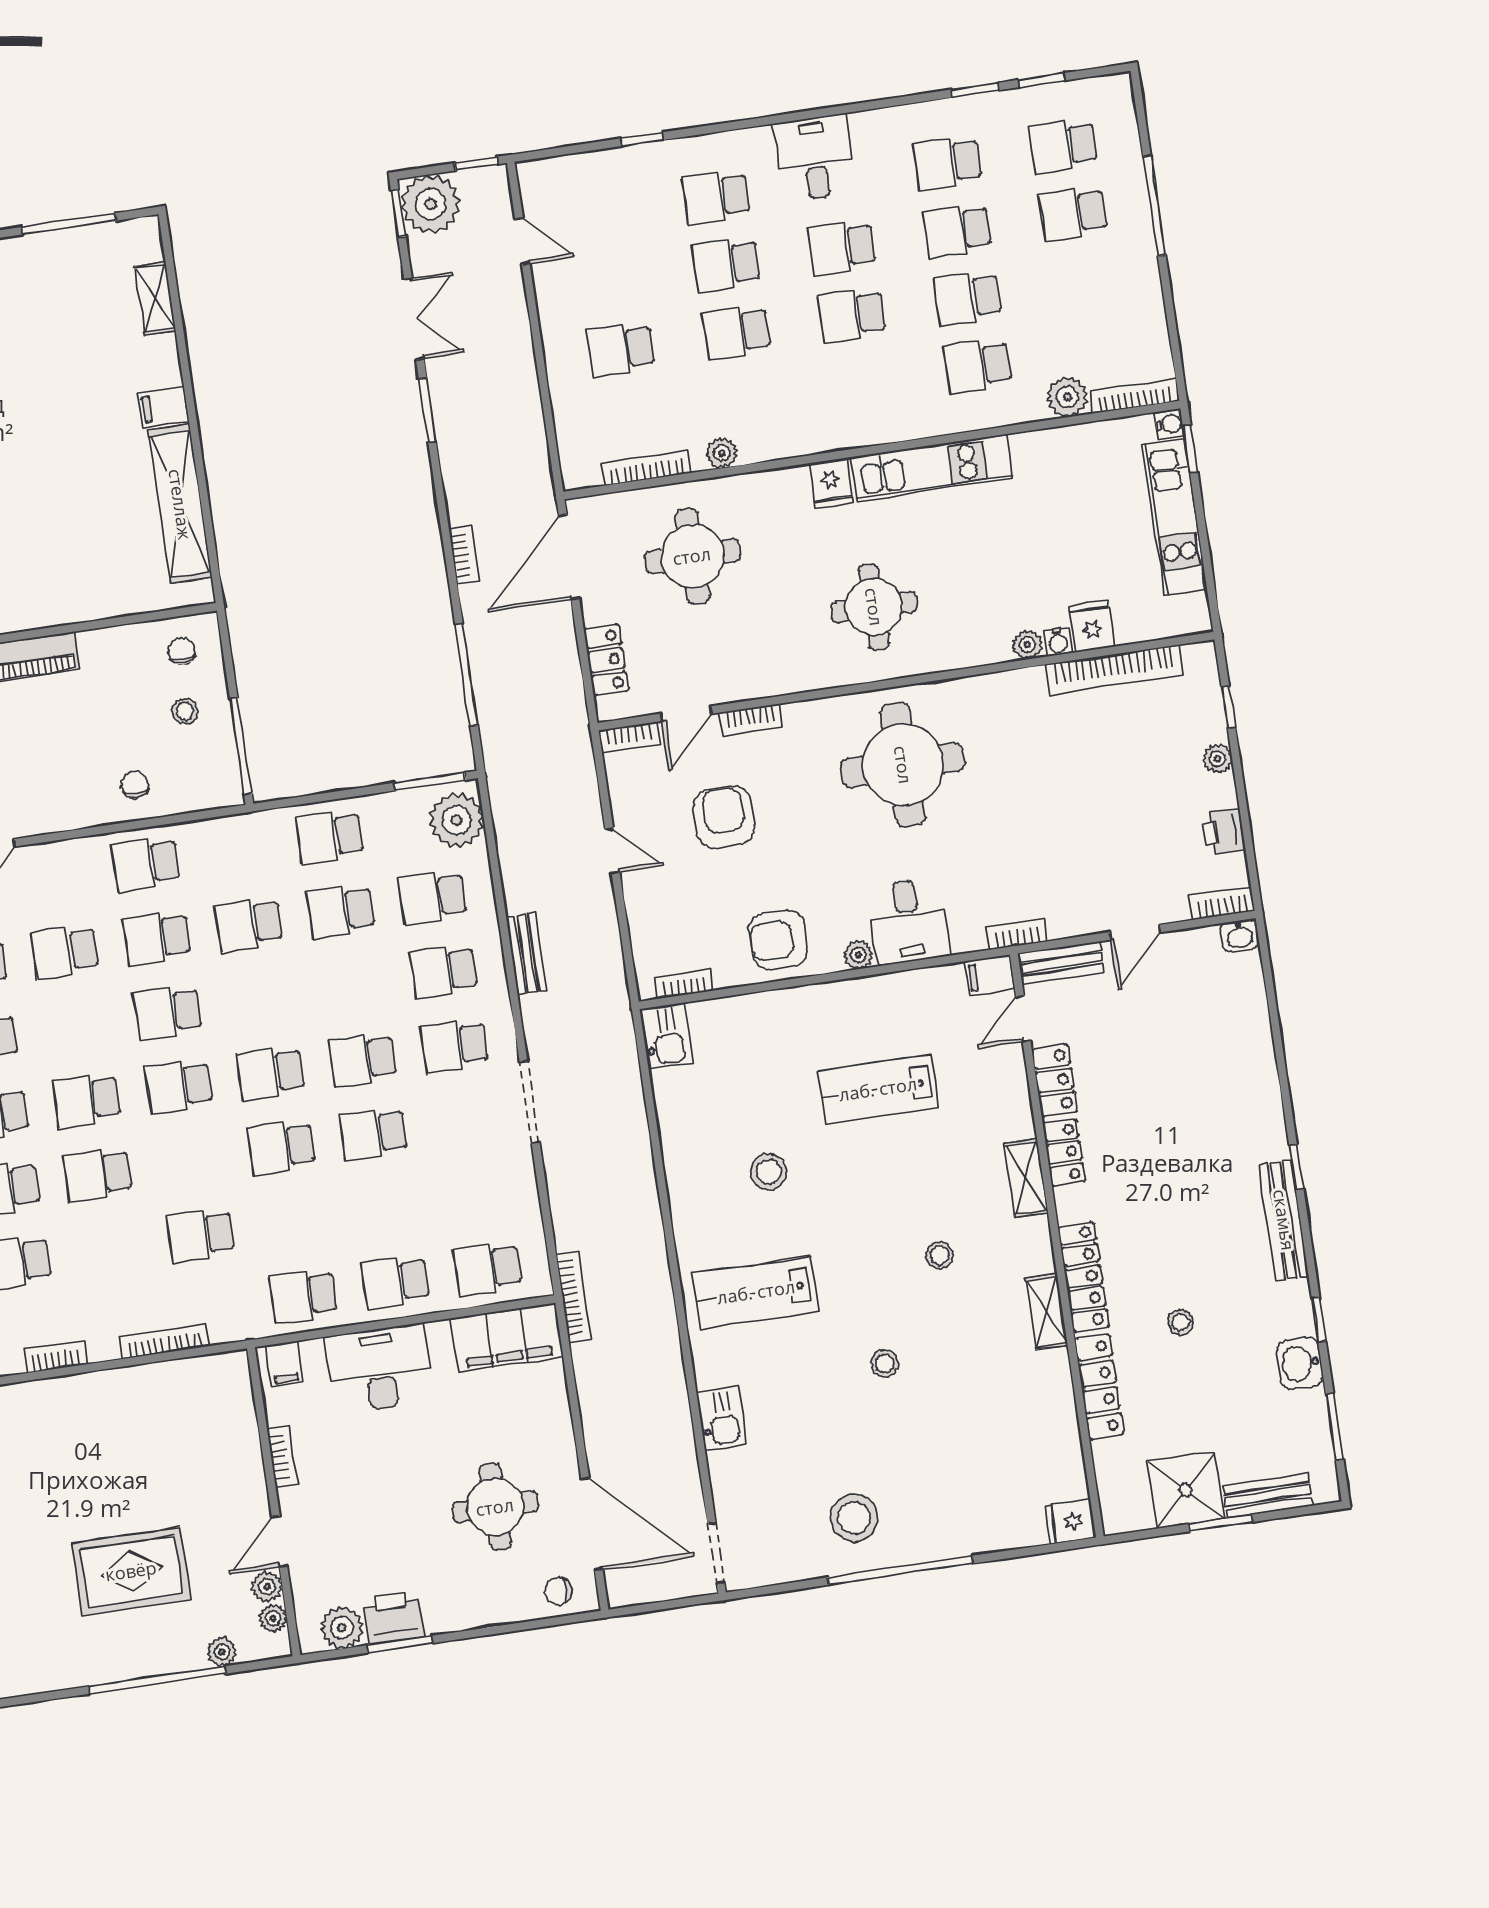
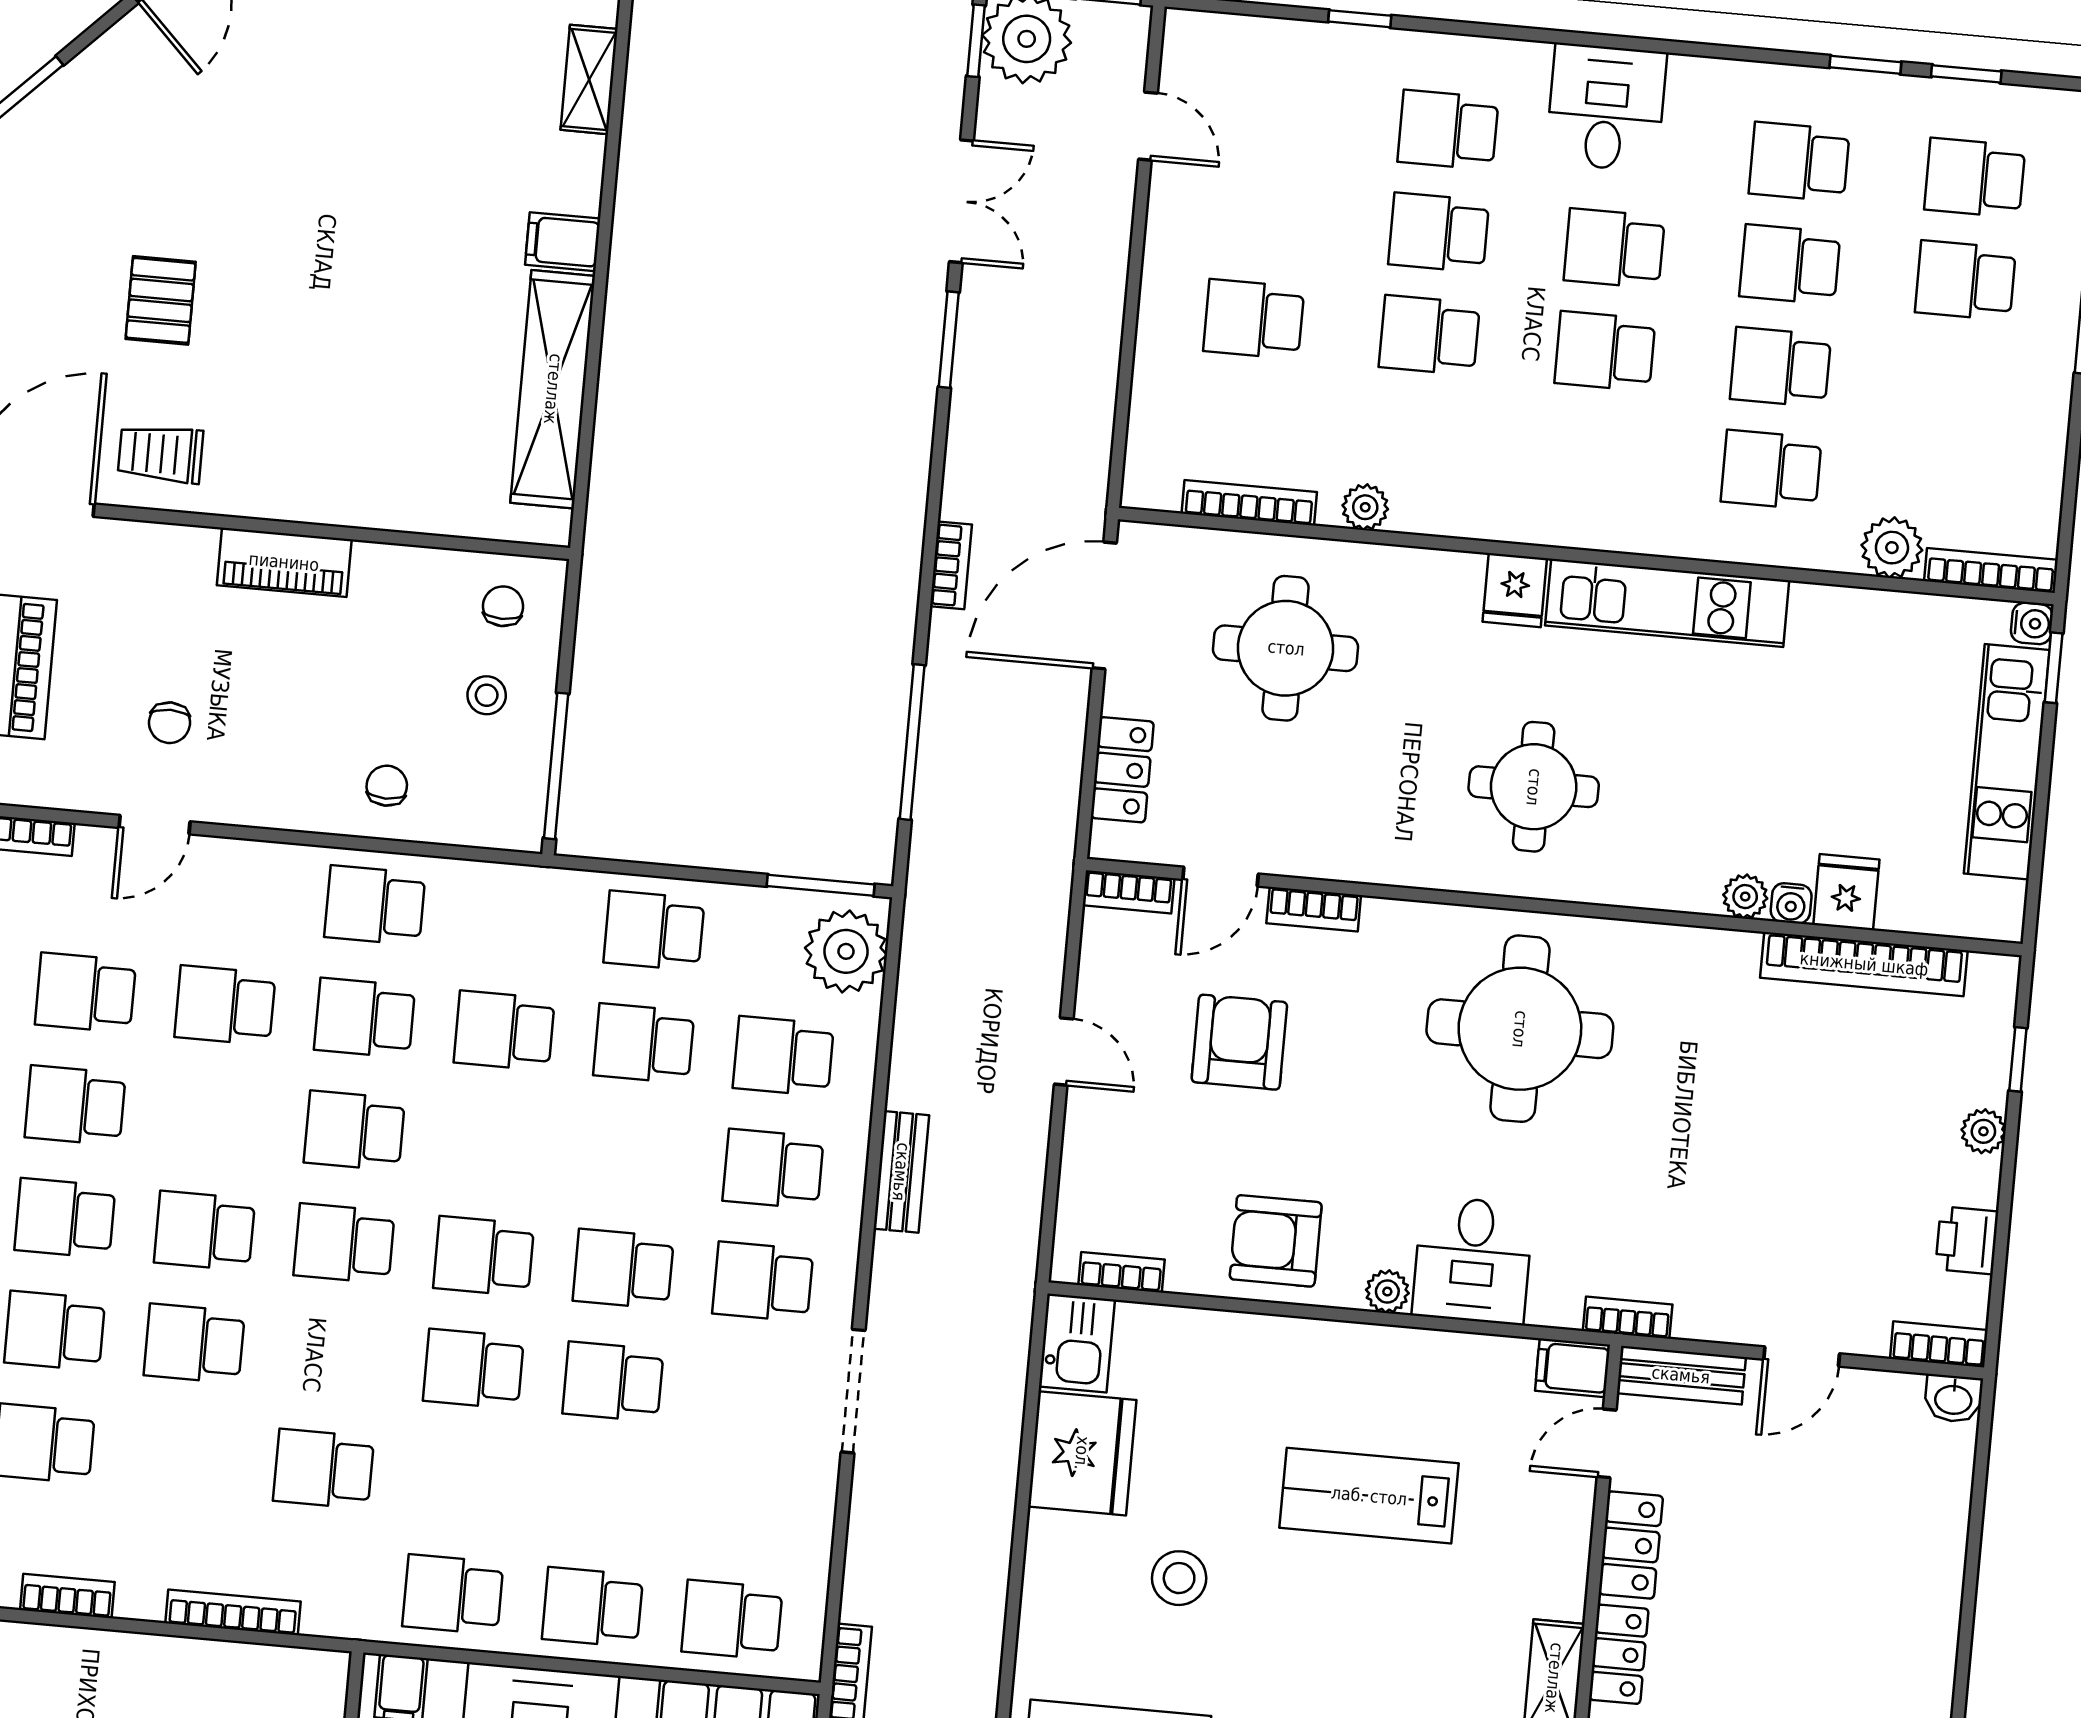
fridge: (687, 1107) -> (1082, 1453), added

